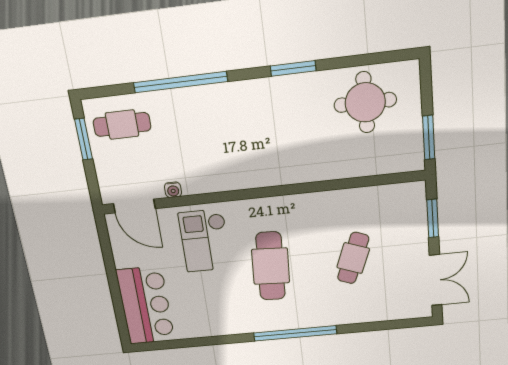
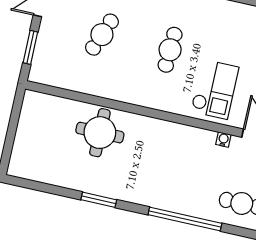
round table: (365, 102) -> (100, 133), moved
window: (429, 138) -> (16, 114), removed
cafe table: (271, 266) -> (170, 50), width x0.73, depth x0.74

